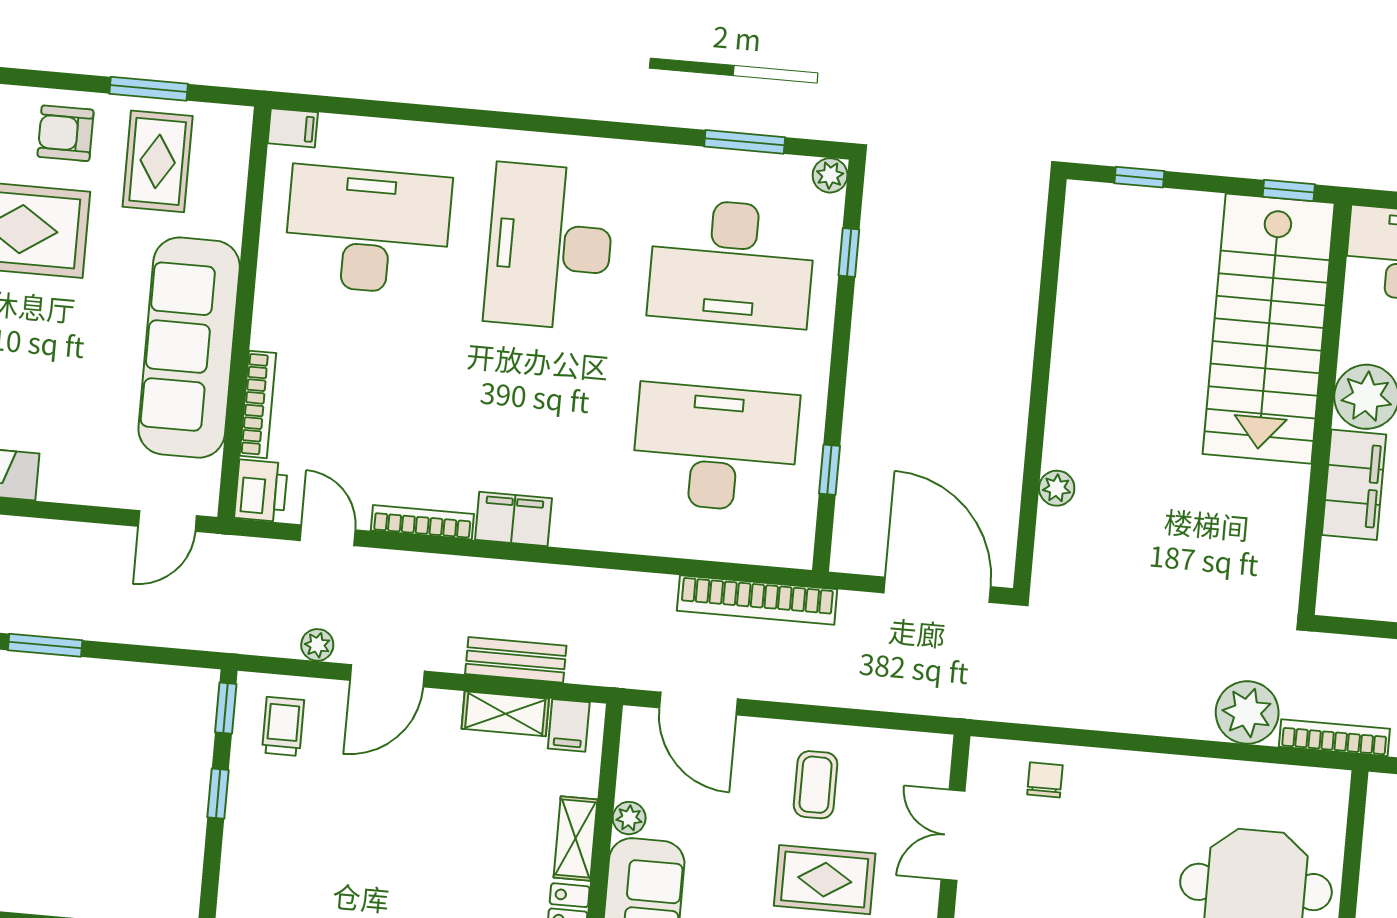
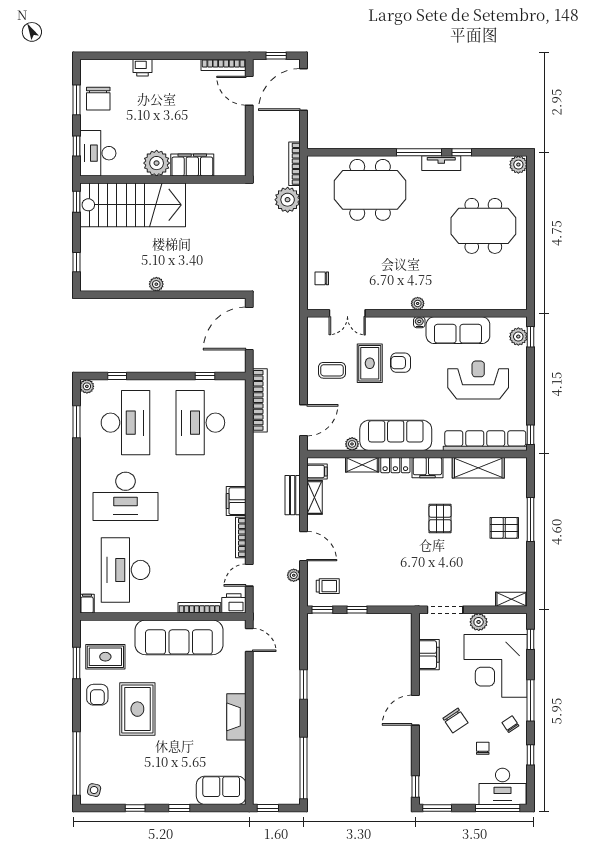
plant: (1057, 488) -> (156, 284), moved
trolley: (283, 726) -> (328, 586), turned 180

